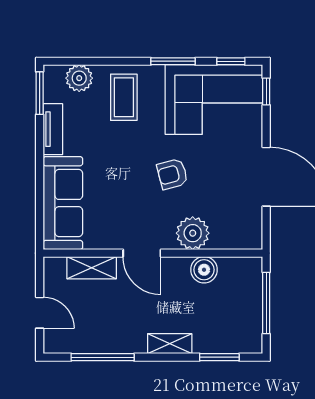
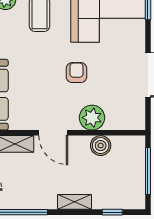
armchair: (172, 174) -> (76, 73), turned 105
window: (219, 357) -> (112, 212), width x0.67

